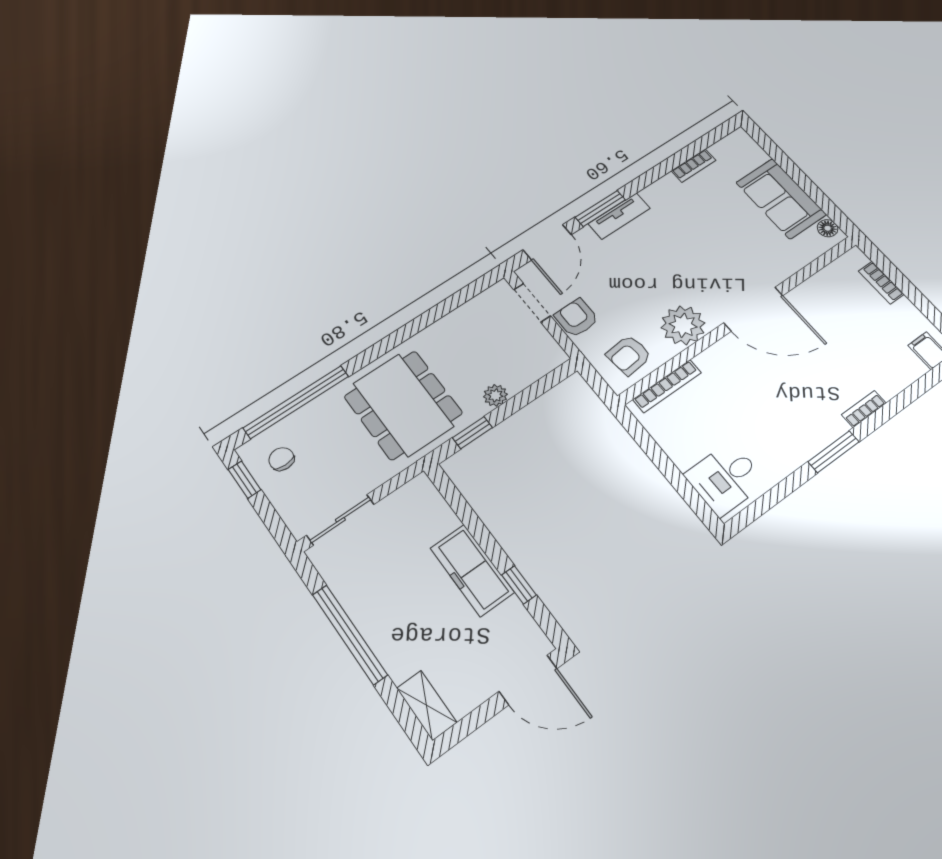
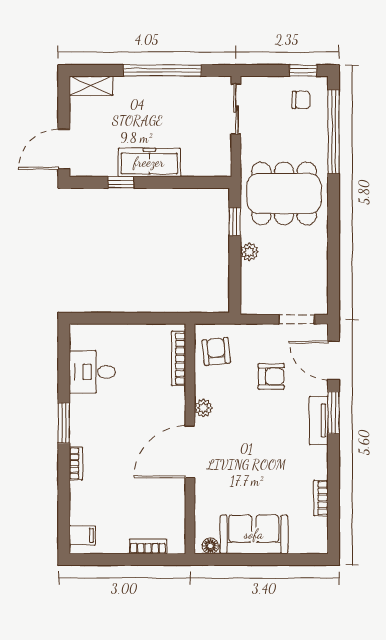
armchair: (576, 318) -> (271, 376), moved
plant: (683, 325) -> (203, 408), width x0.53, depth x0.53
desk: (725, 479) -> (92, 372), moved, turned -90

